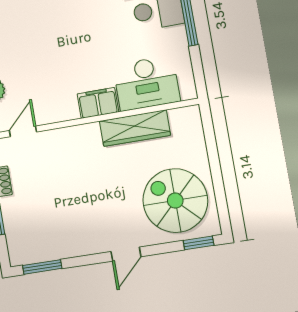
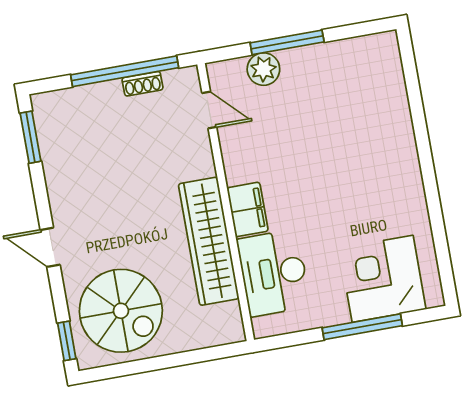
wardrobe: (135, 128) -> (209, 241), width x1.40, depth x1.17
spiral stairs: (175, 201) -> (121, 311), turned 90

